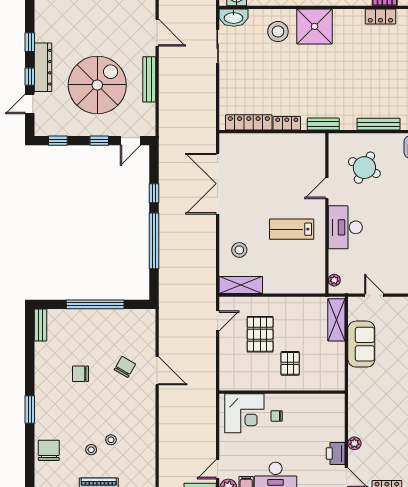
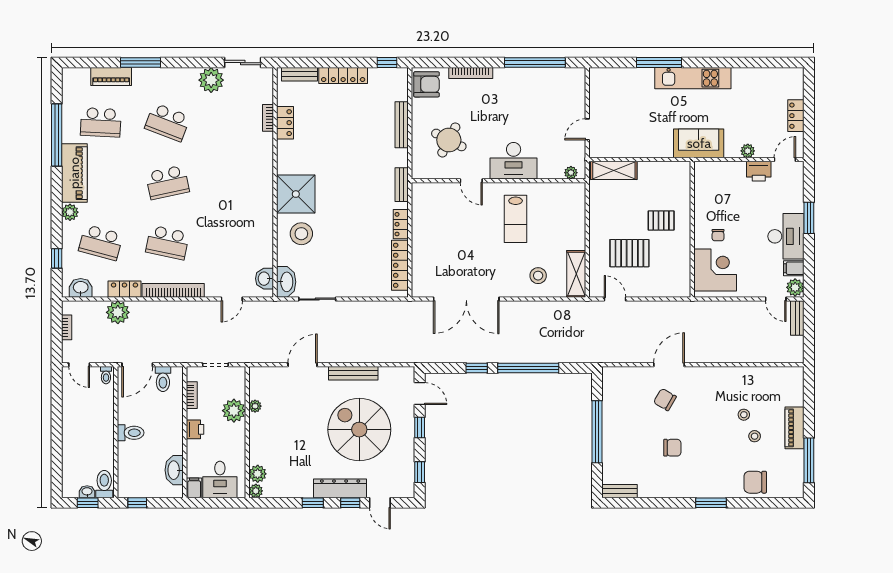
sofa: (361, 344) -> (699, 143), moved
chair: (81, 374) -> (672, 448), turned -90

